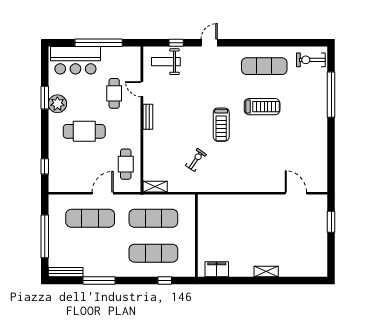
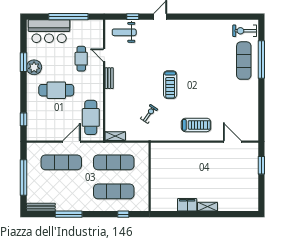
exercise mat: (264, 66) -> (244, 61), moved, turned 90
treadmill: (262, 107) -> (196, 125), moved
cafe table: (126, 164) -> (91, 117), width x1.37, depth x1.35
filing cabinet: (217, 269) -> (187, 205), moved

